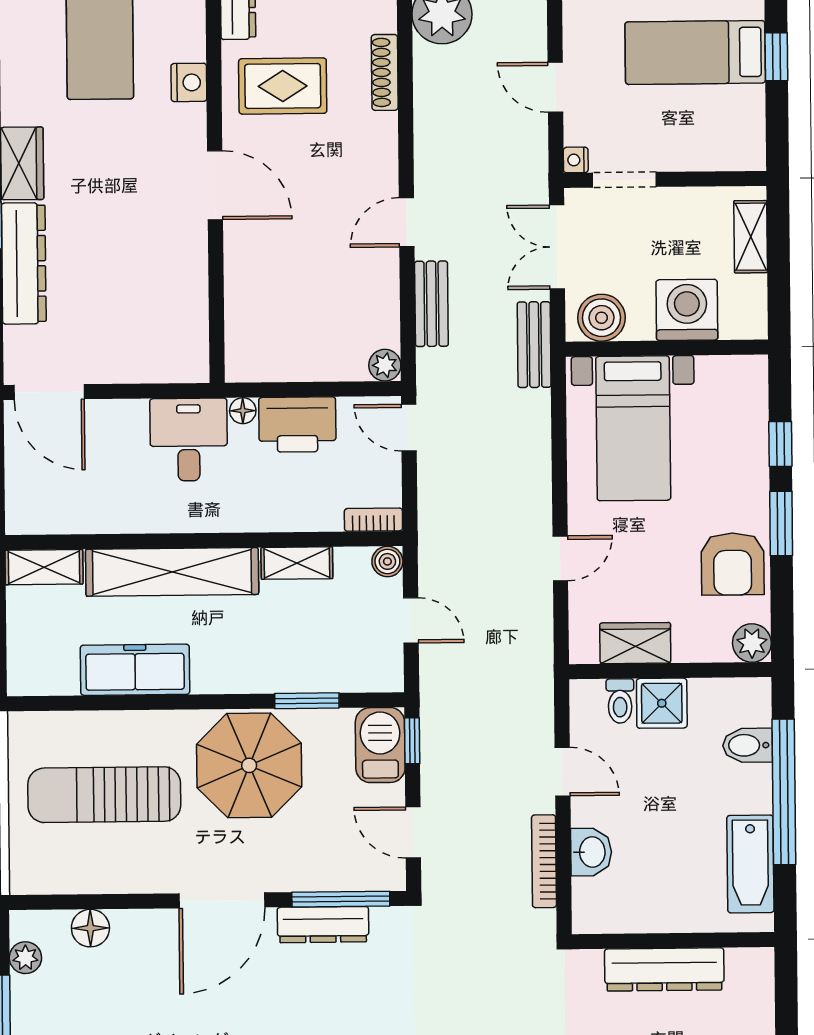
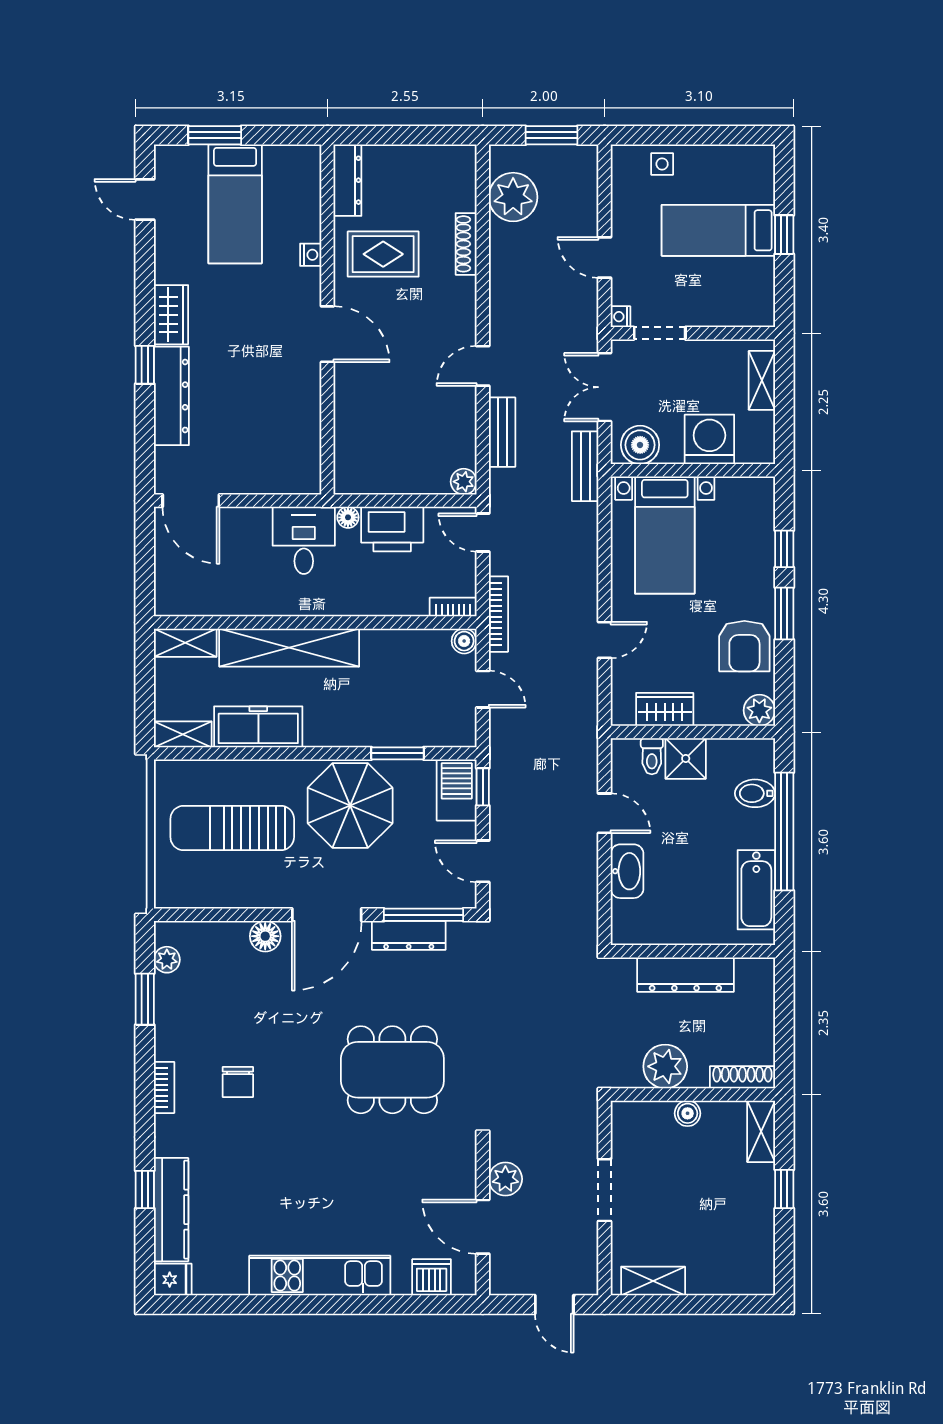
nightstand: (189, 82) -> (311, 255), width x0.72, depth x0.74
shelving: (297, 563) -> (183, 734), moved
washbasin: (591, 852) -> (627, 871), width x1.38
bookcase: (544, 861) -> (498, 614), moved, turned 180
floor lamp: (90, 928) -> (265, 936), moved

